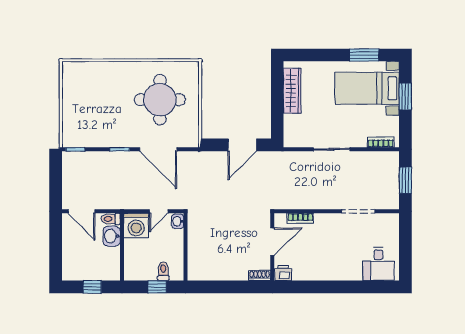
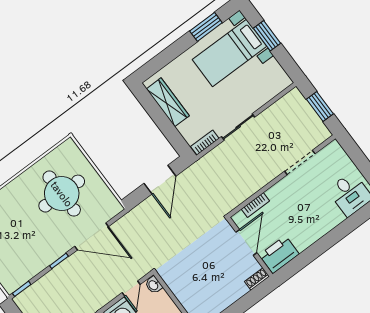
bookcase: (381, 142) -> (205, 142), moved
printer: (283, 273) -> (279, 255), width x1.87, depth x1.48

